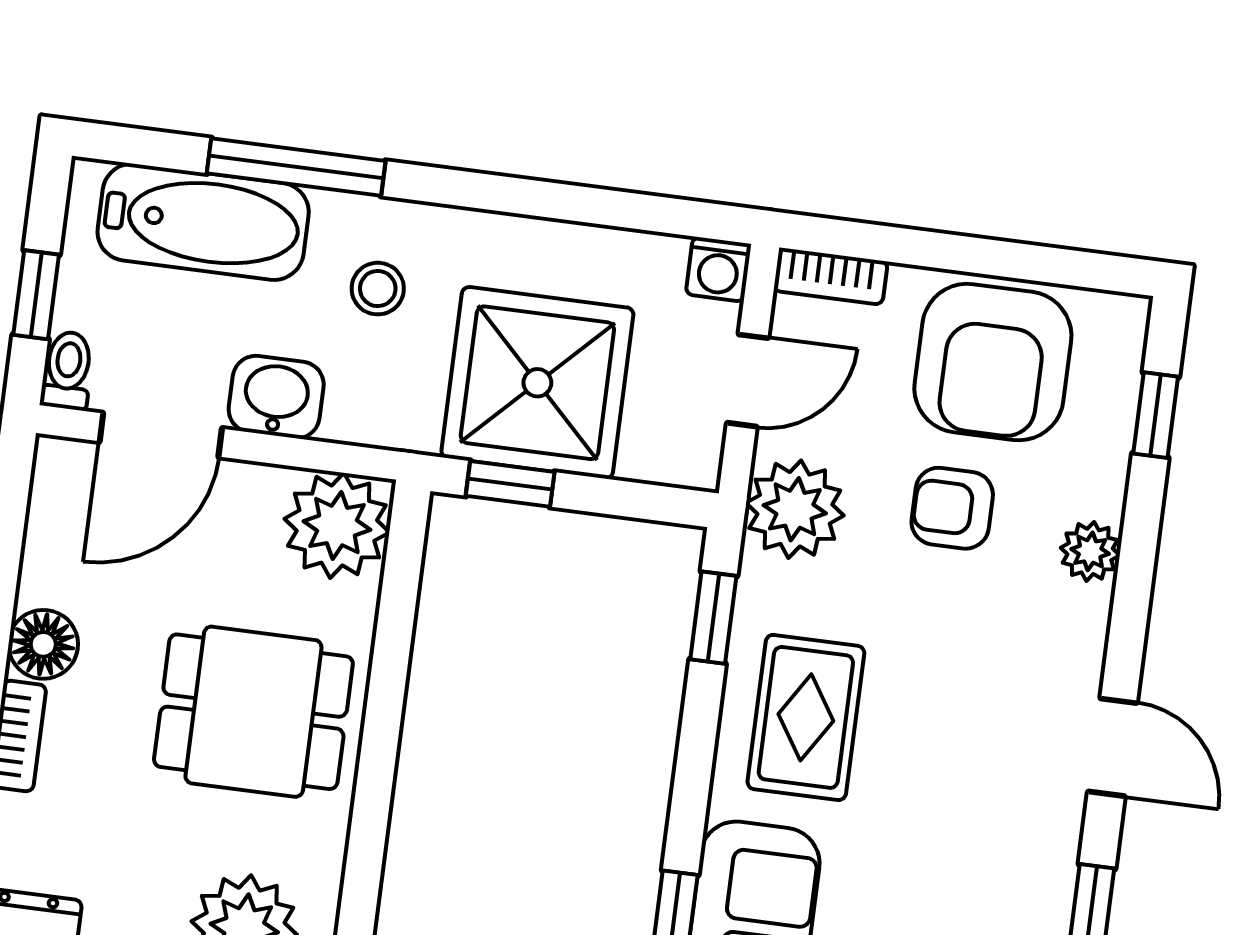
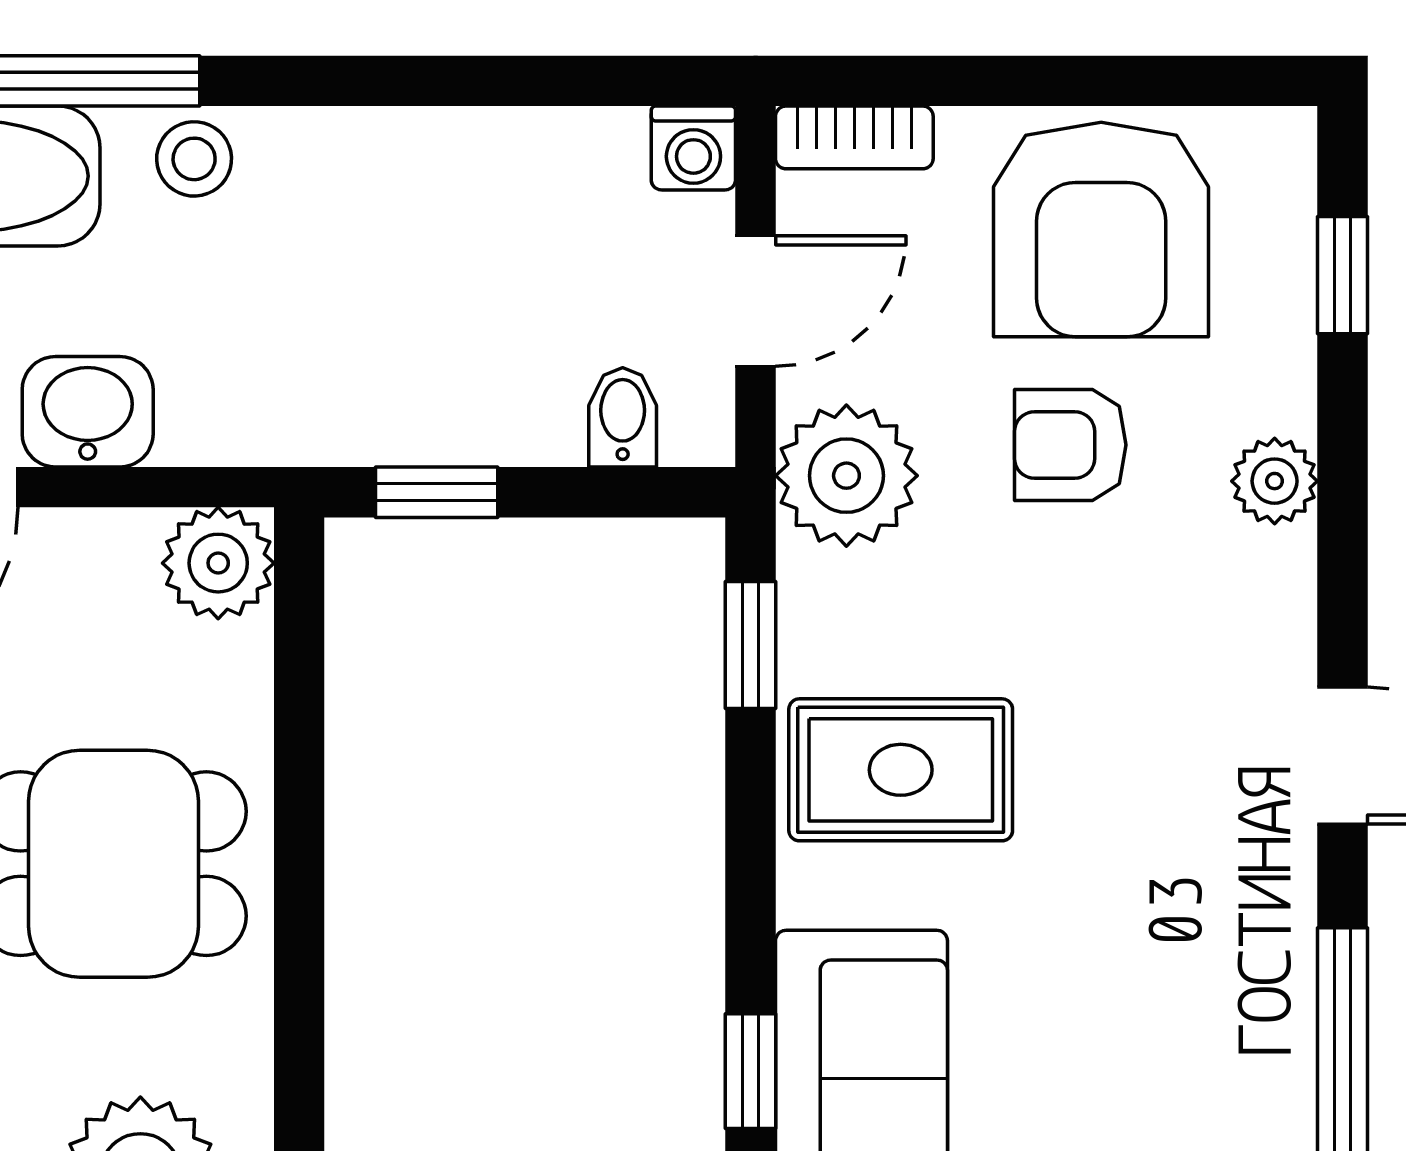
stool: (378, 289) -> (194, 159), moved
shower: (537, 383) -> (457, 343), removed
bidet: (645, 449) -> (623, 417), added
plant: (337, 525) -> (218, 563), width x0.73, depth x0.73
rug: (806, 717) -> (901, 770), turned 90

